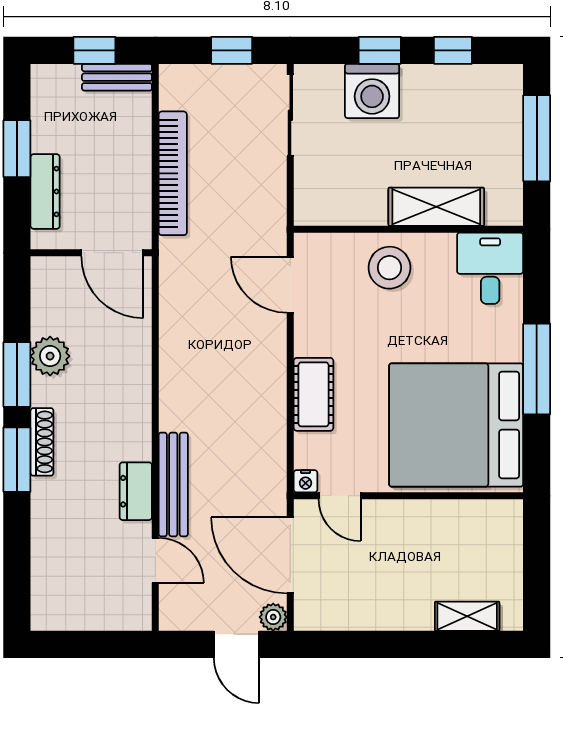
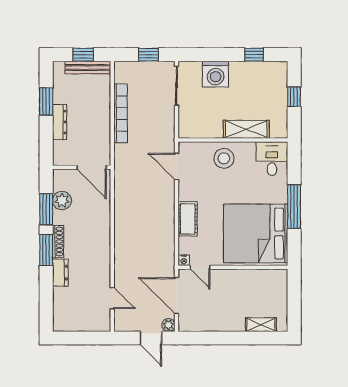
window: (380, 50) -> (219, 55), removed
bench: (117, 77) -> (88, 67), width x1.36
window: (537, 138) -> (294, 97), width x0.46
wall: (91, 253) -> (82, 167), moved
door: (112, 253) -> (92, 167), moved
bench: (173, 484) -> (121, 262), removed
dresser: (136, 491) -> (60, 273), moved, turned 180

